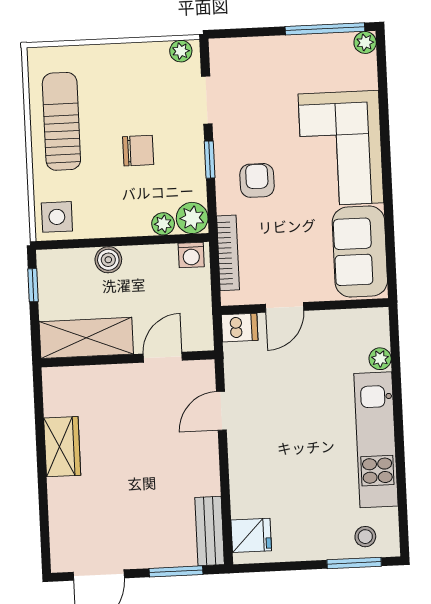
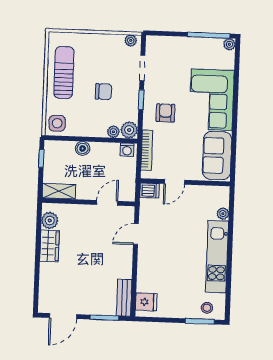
shelving: (86, 338) -> (59, 191), width x0.67, depth x0.75
plant: (59, 399) -> (50, 220), added

